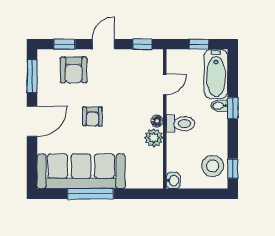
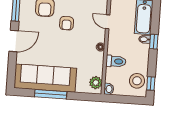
door: (165, 84) -> (108, 22), swing flipped
armchair: (92, 116) -> (67, 23), moved
toilet: (181, 124) -> (116, 61), moved
plant: (154, 138) -> (96, 83), moved

